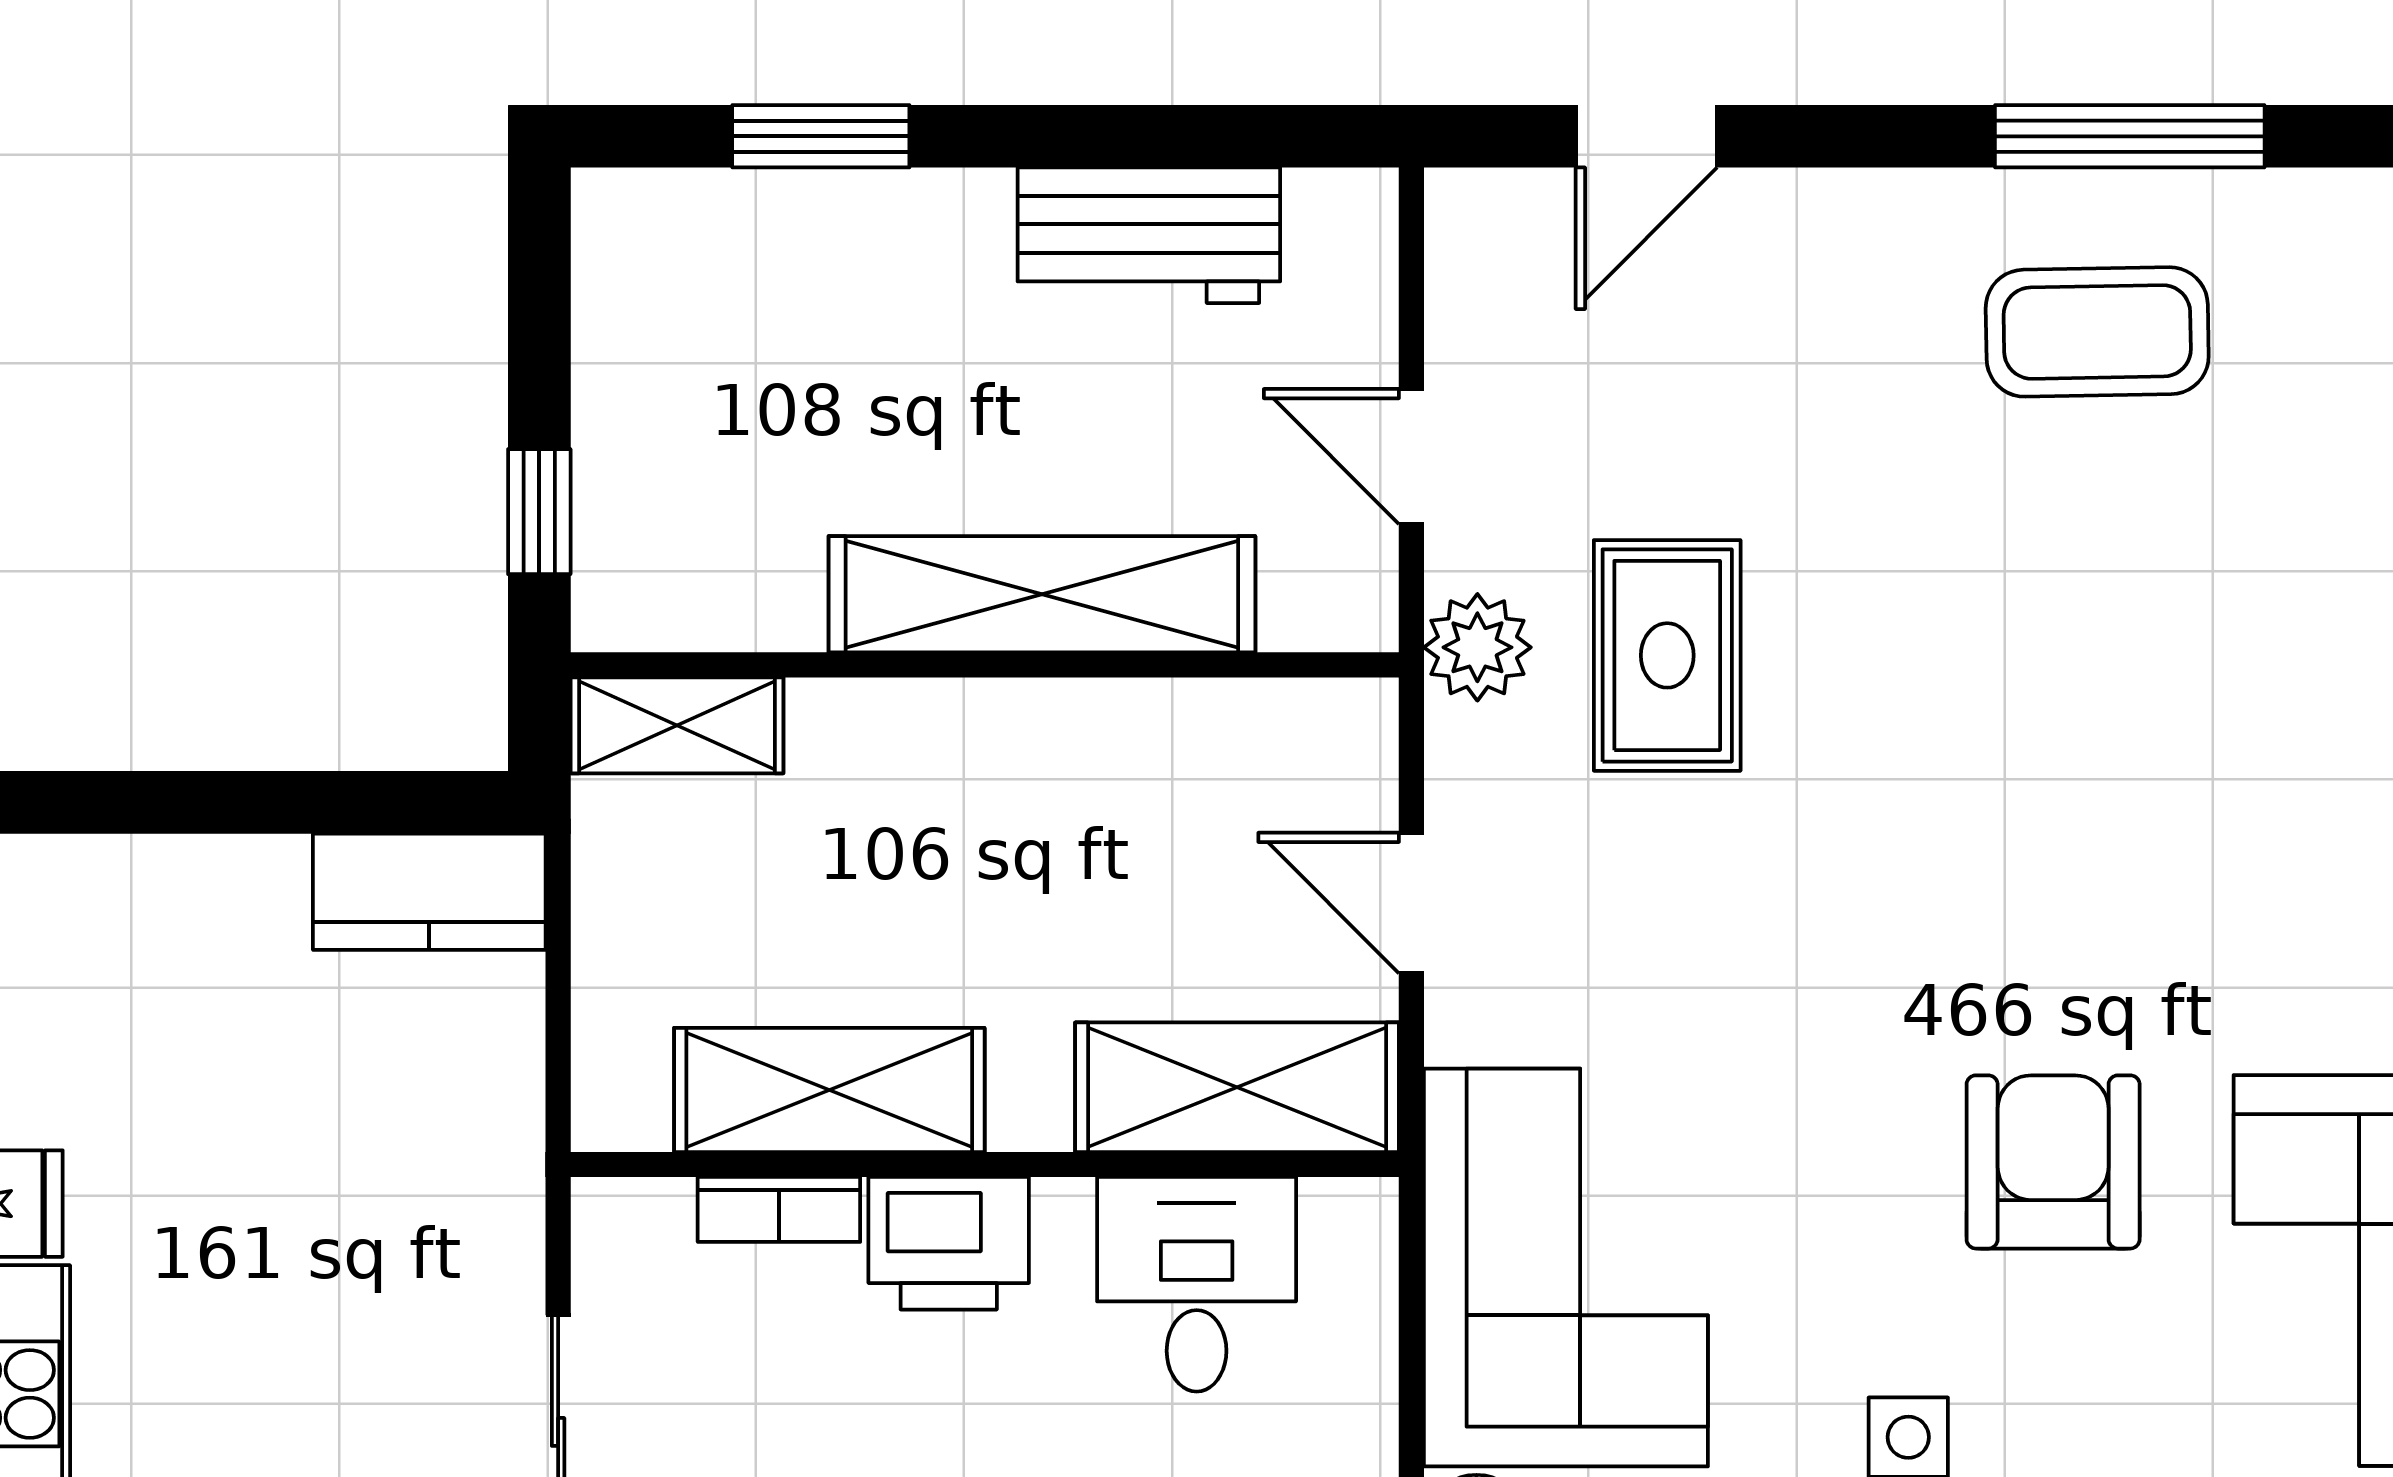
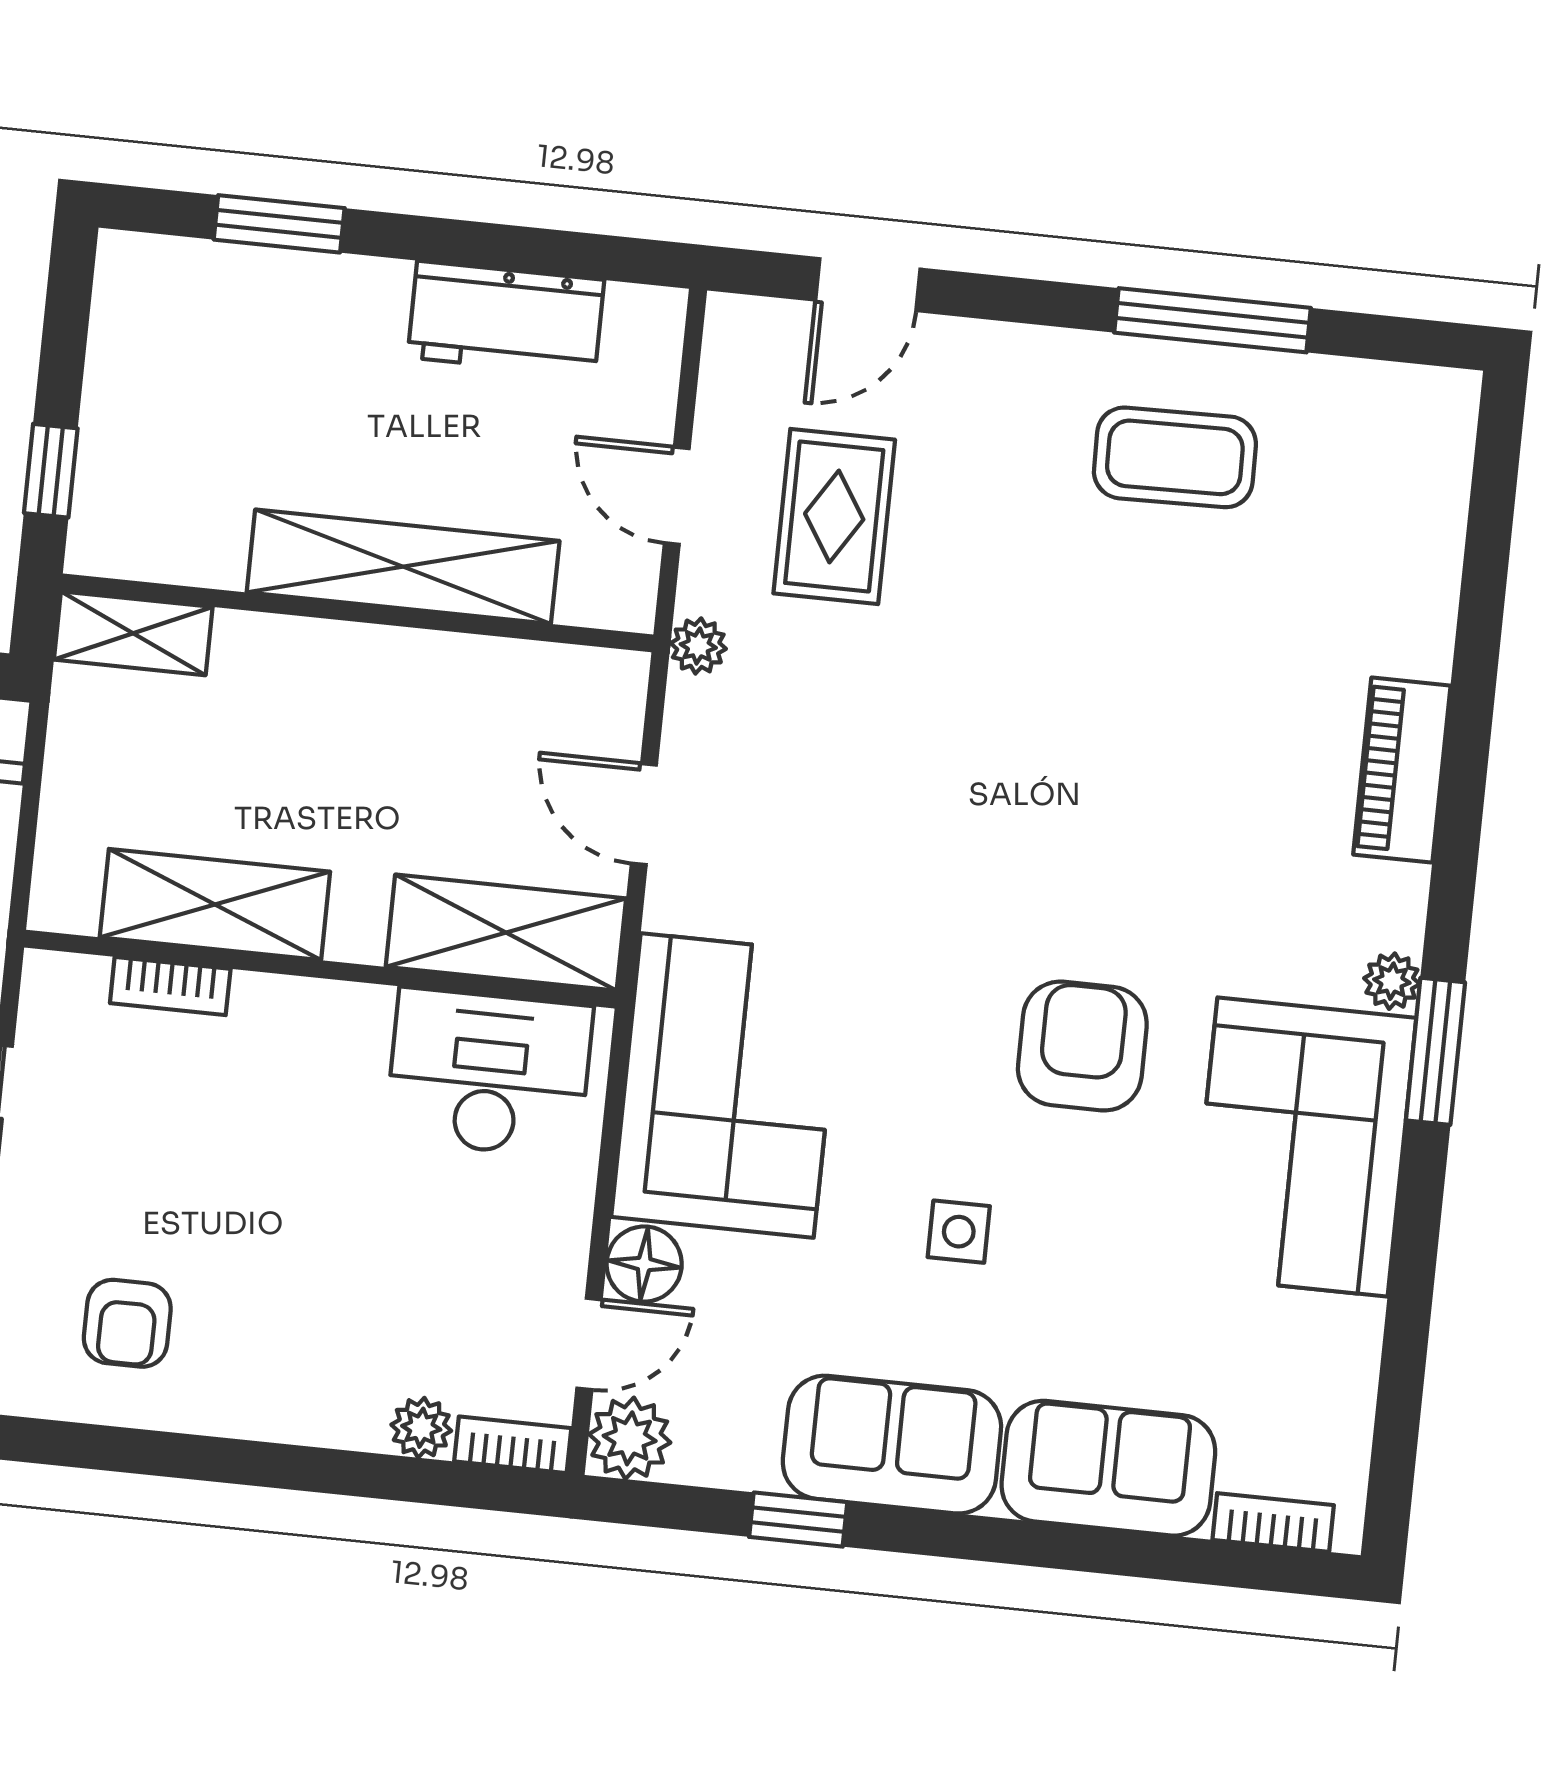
plant: (1477, 647) -> (698, 646), width x0.73, depth x0.73
rug: (1667, 655) -> (834, 517), moved
printer: (949, 1243) -> (289, 1023), removed
desk: (1197, 1284) -> (489, 1073), width x1.37

